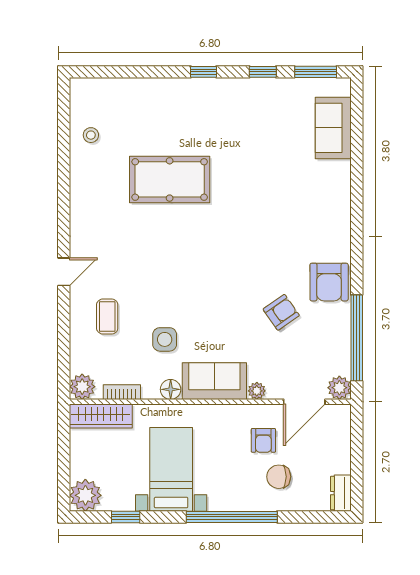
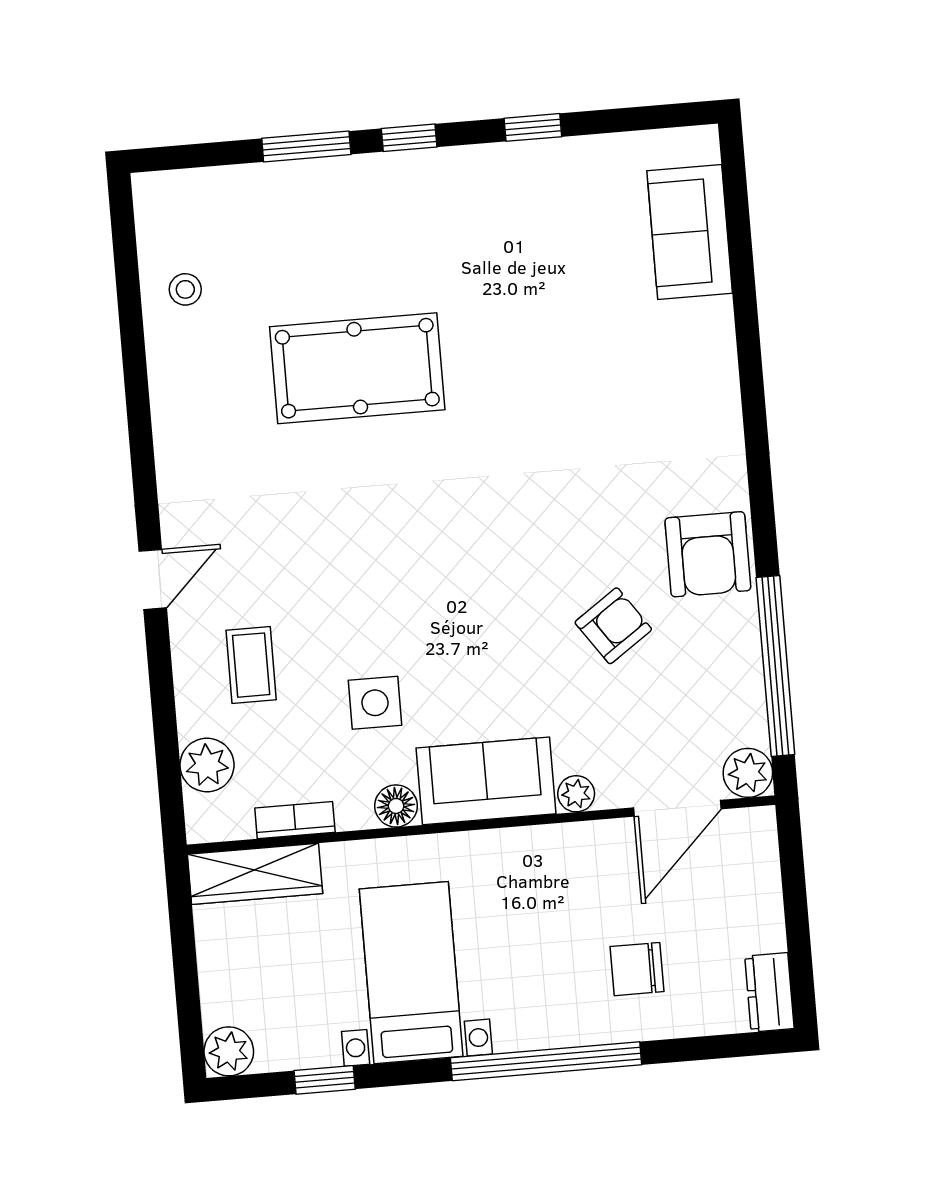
window: (316, 72) -> (306, 146), moved
plant: (82, 387) -> (207, 765), moved
armchair: (263, 440) -> (599, 896), removed
plant: (85, 495) -> (229, 1051), width x0.73, depth x0.73

